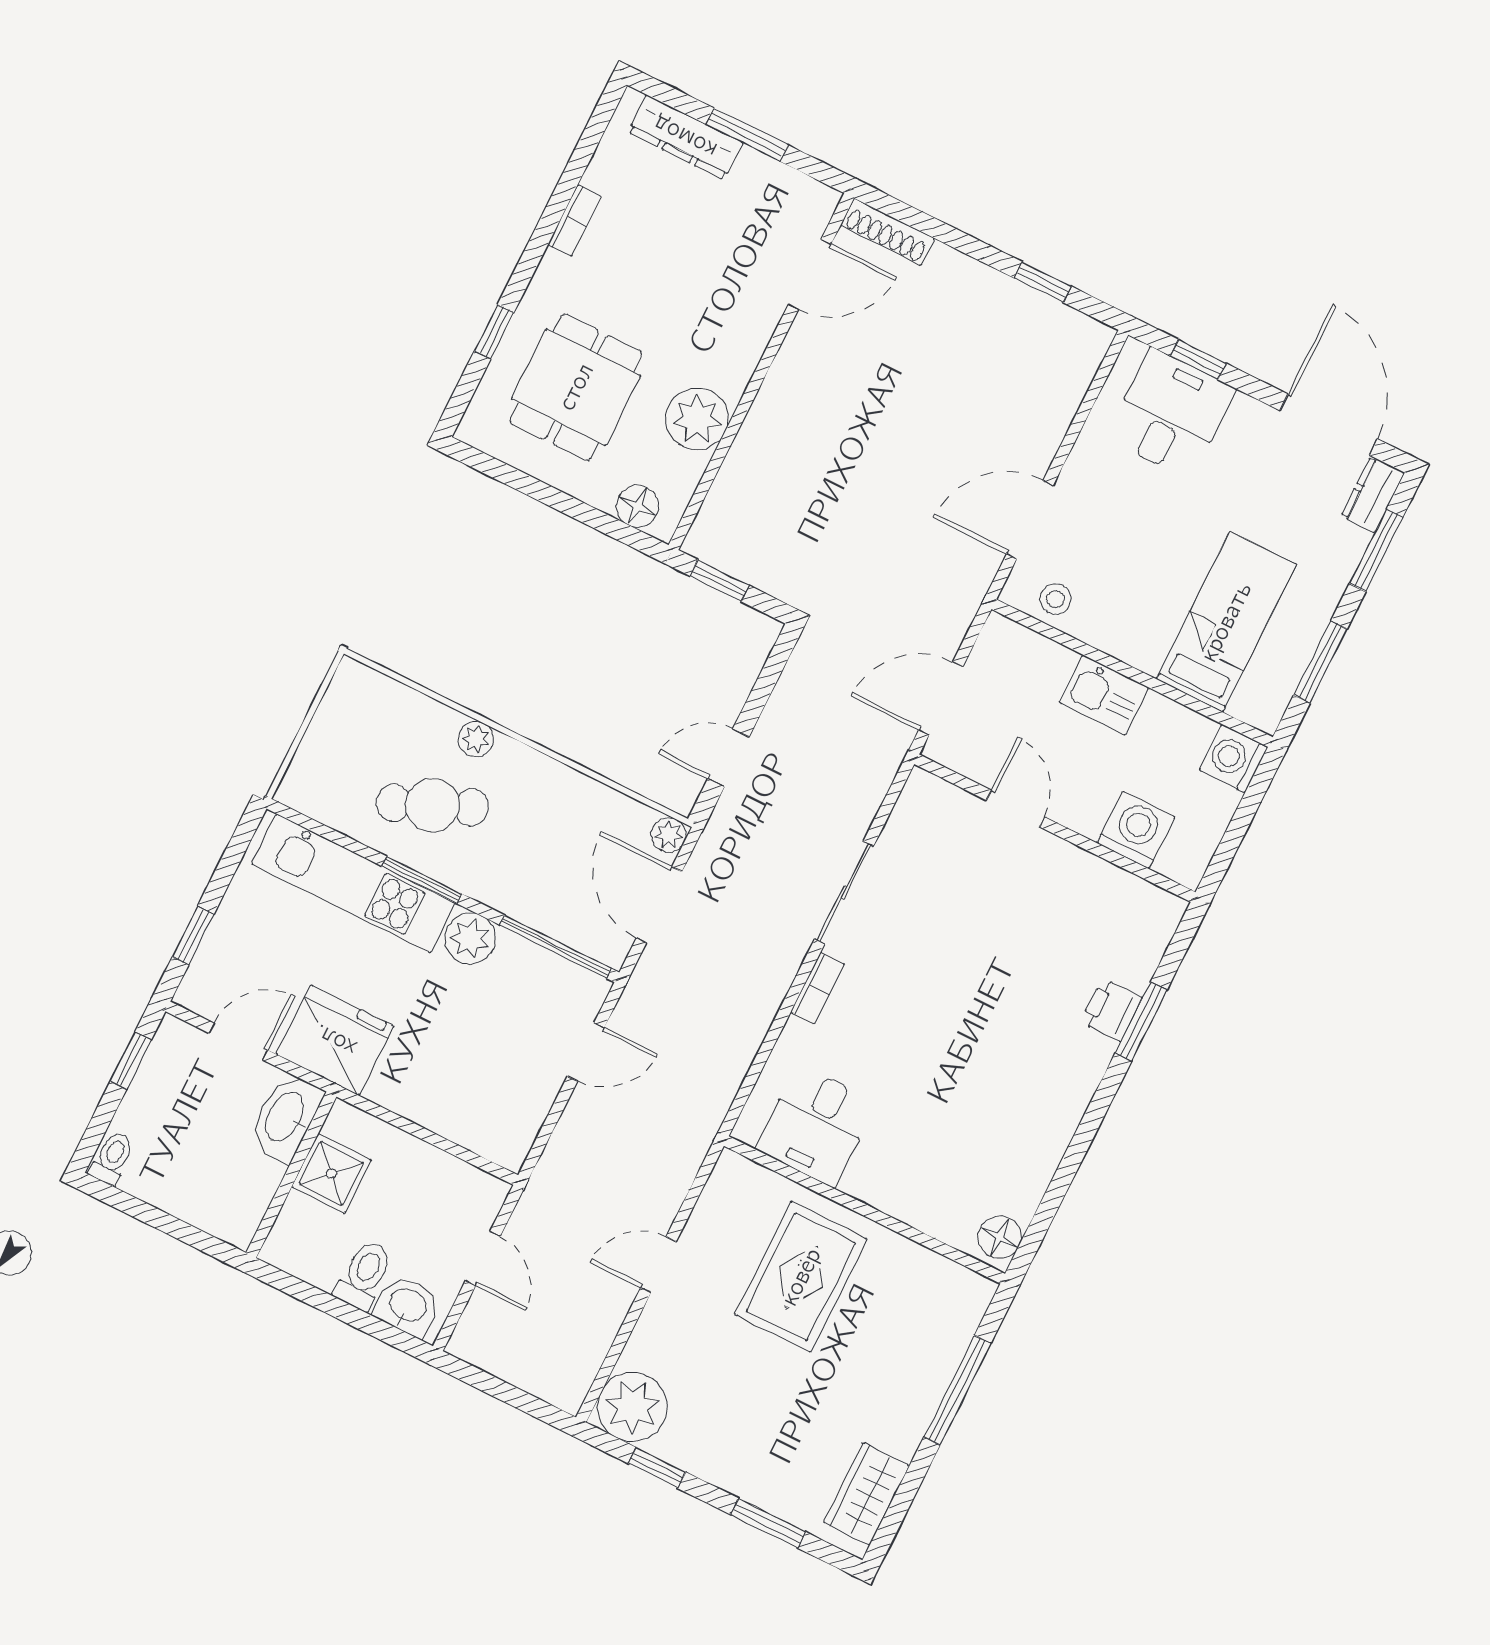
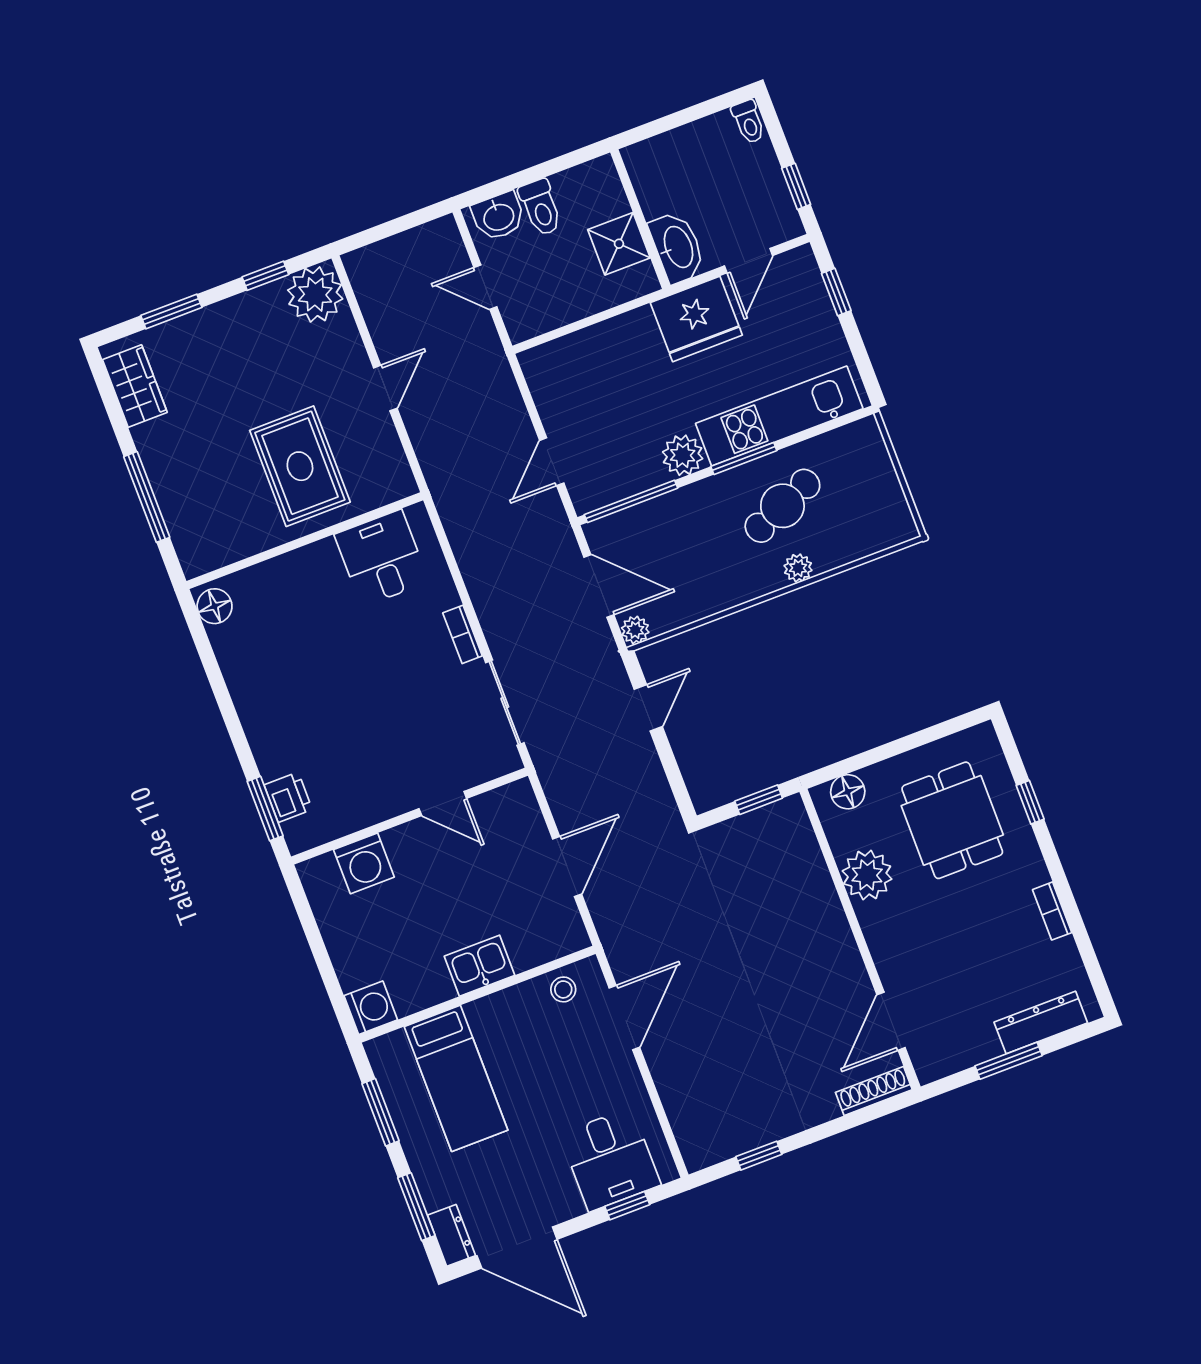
door: (1015, 809) -> (443, 804), moved
wall: (1055, 828) -> (409, 816), moved
washing machine: (1136, 830) -> (364, 863), moved

